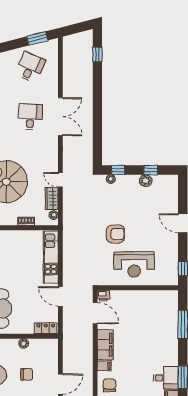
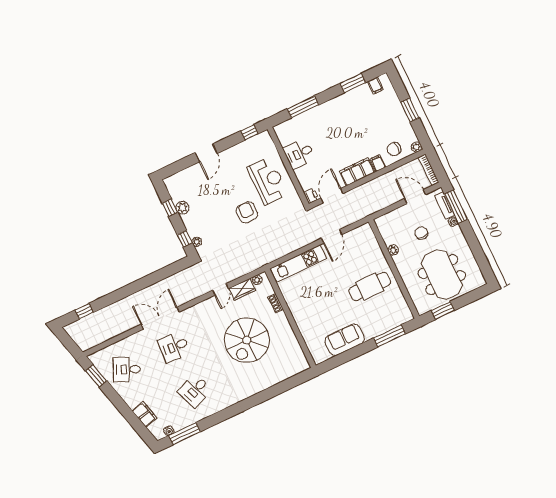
locker: (46, 328) -> (369, 236), removed
desk: (166, 378) -> (299, 154), moved, turned -90

